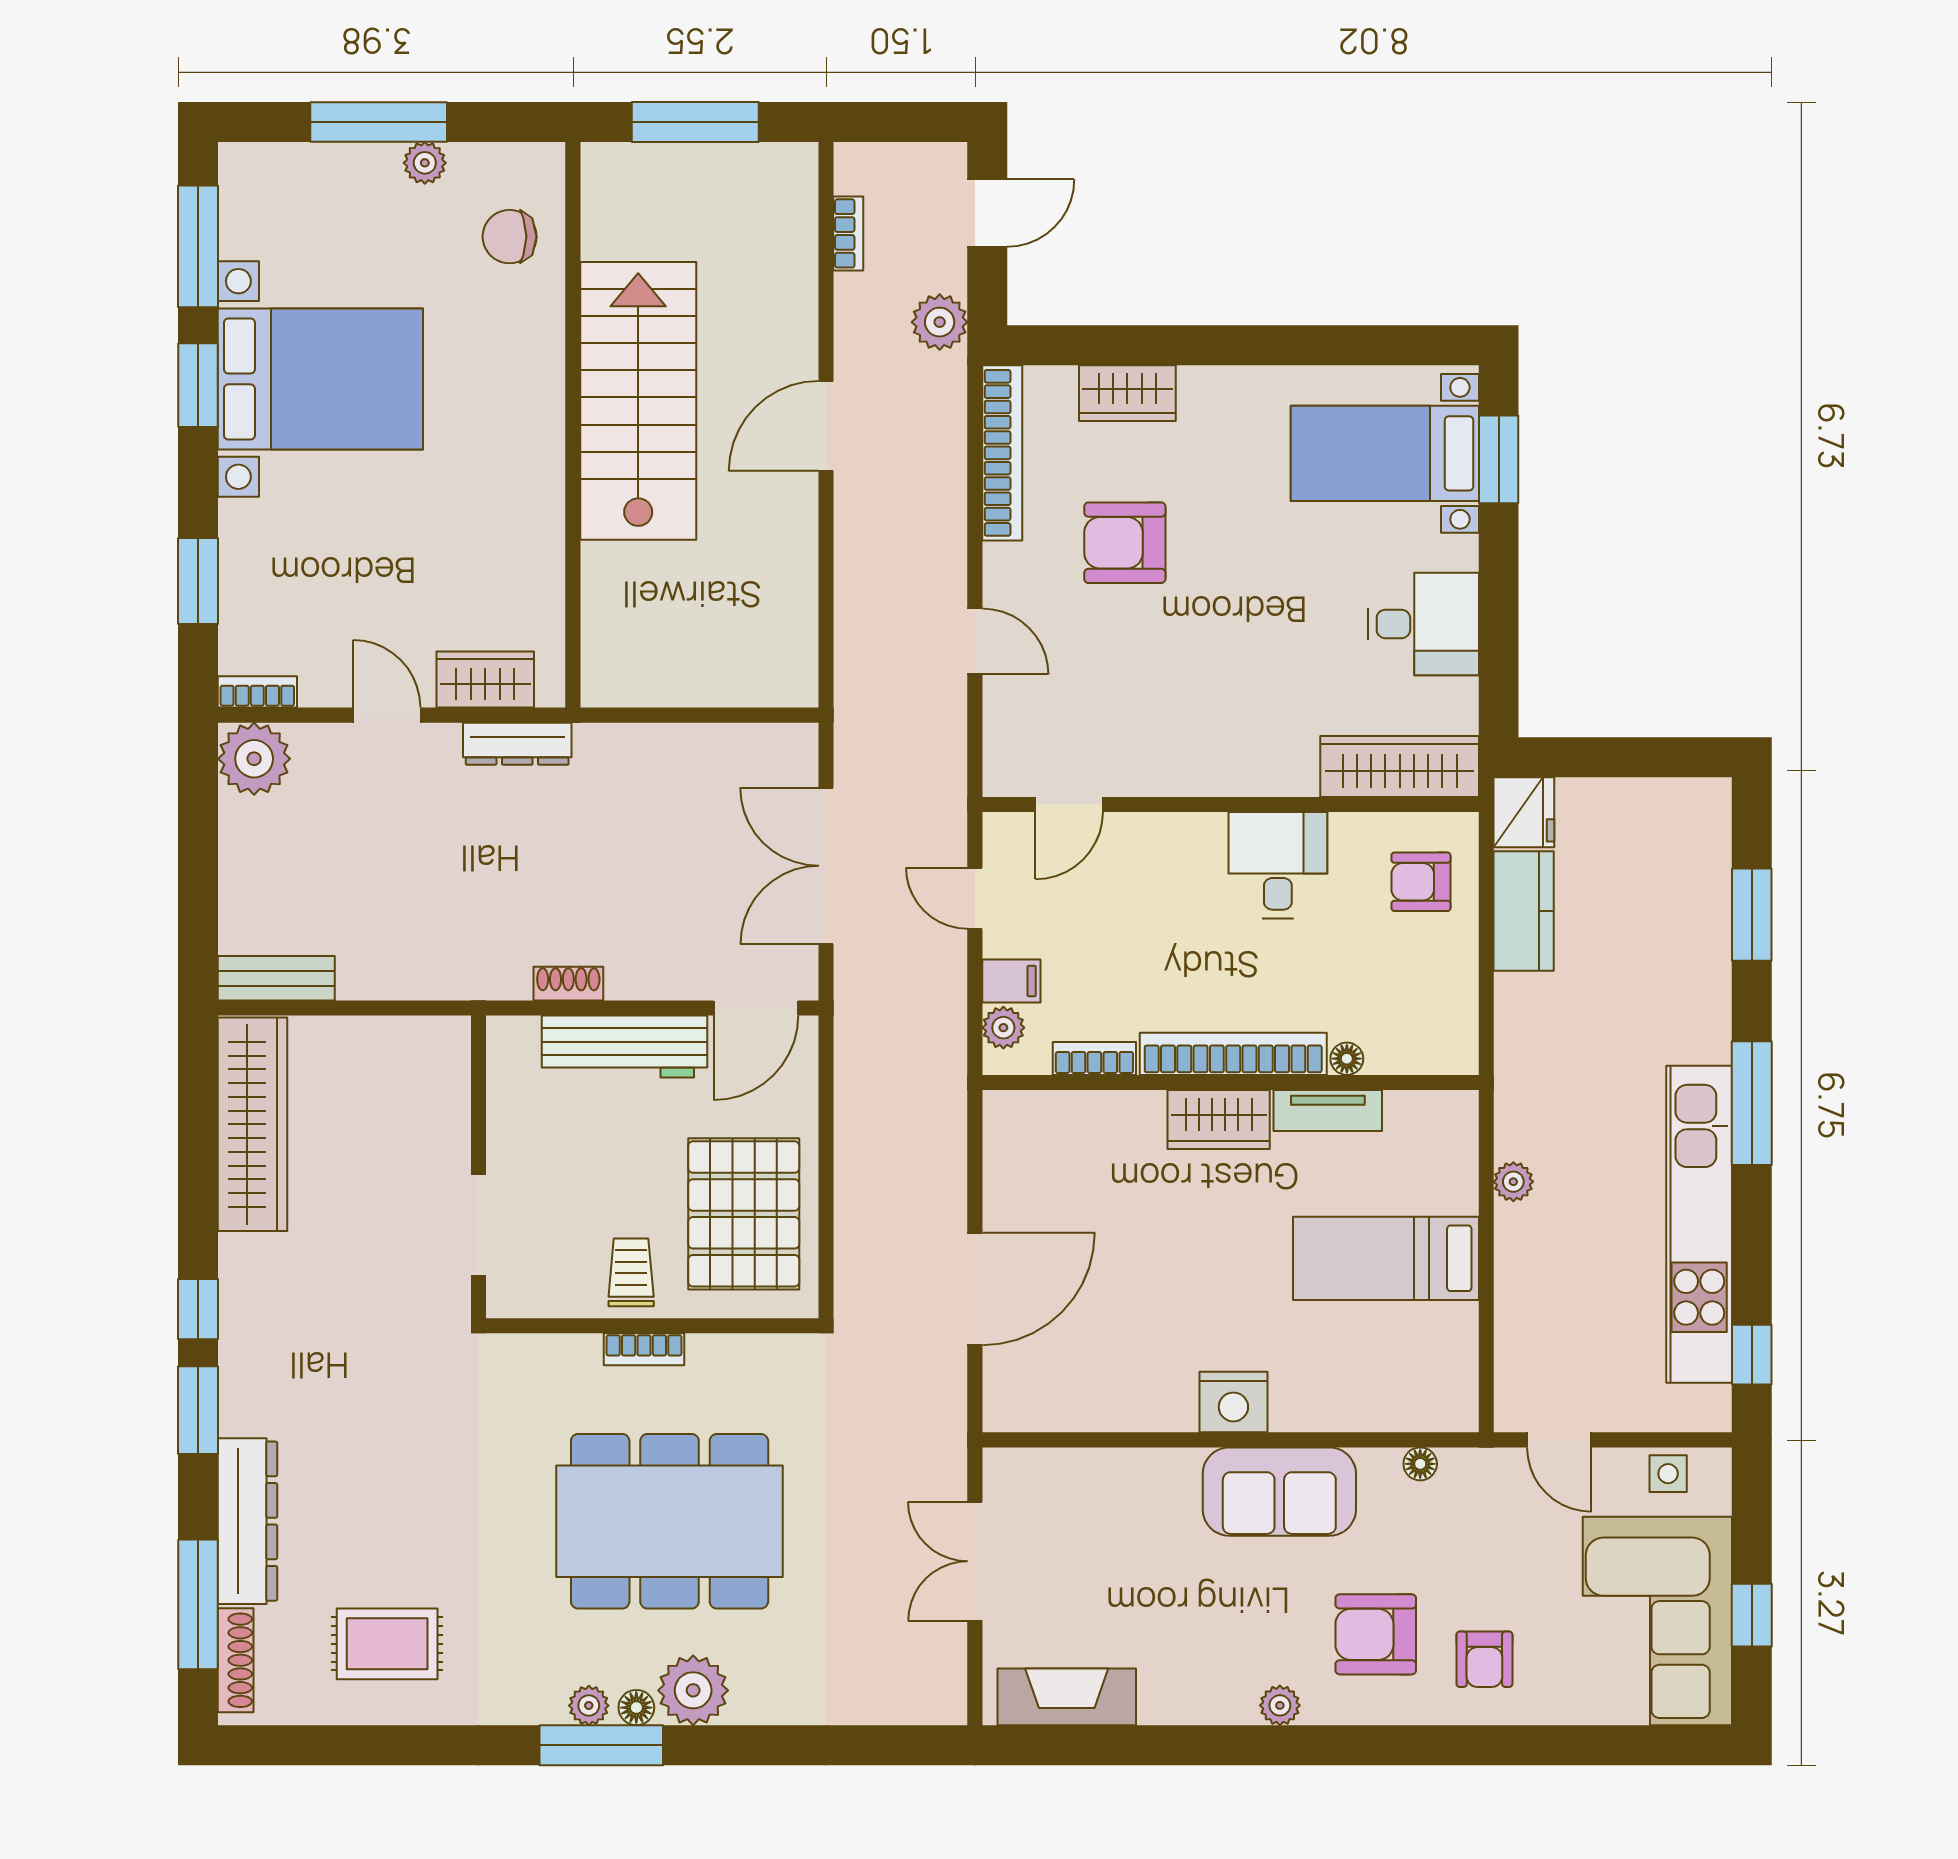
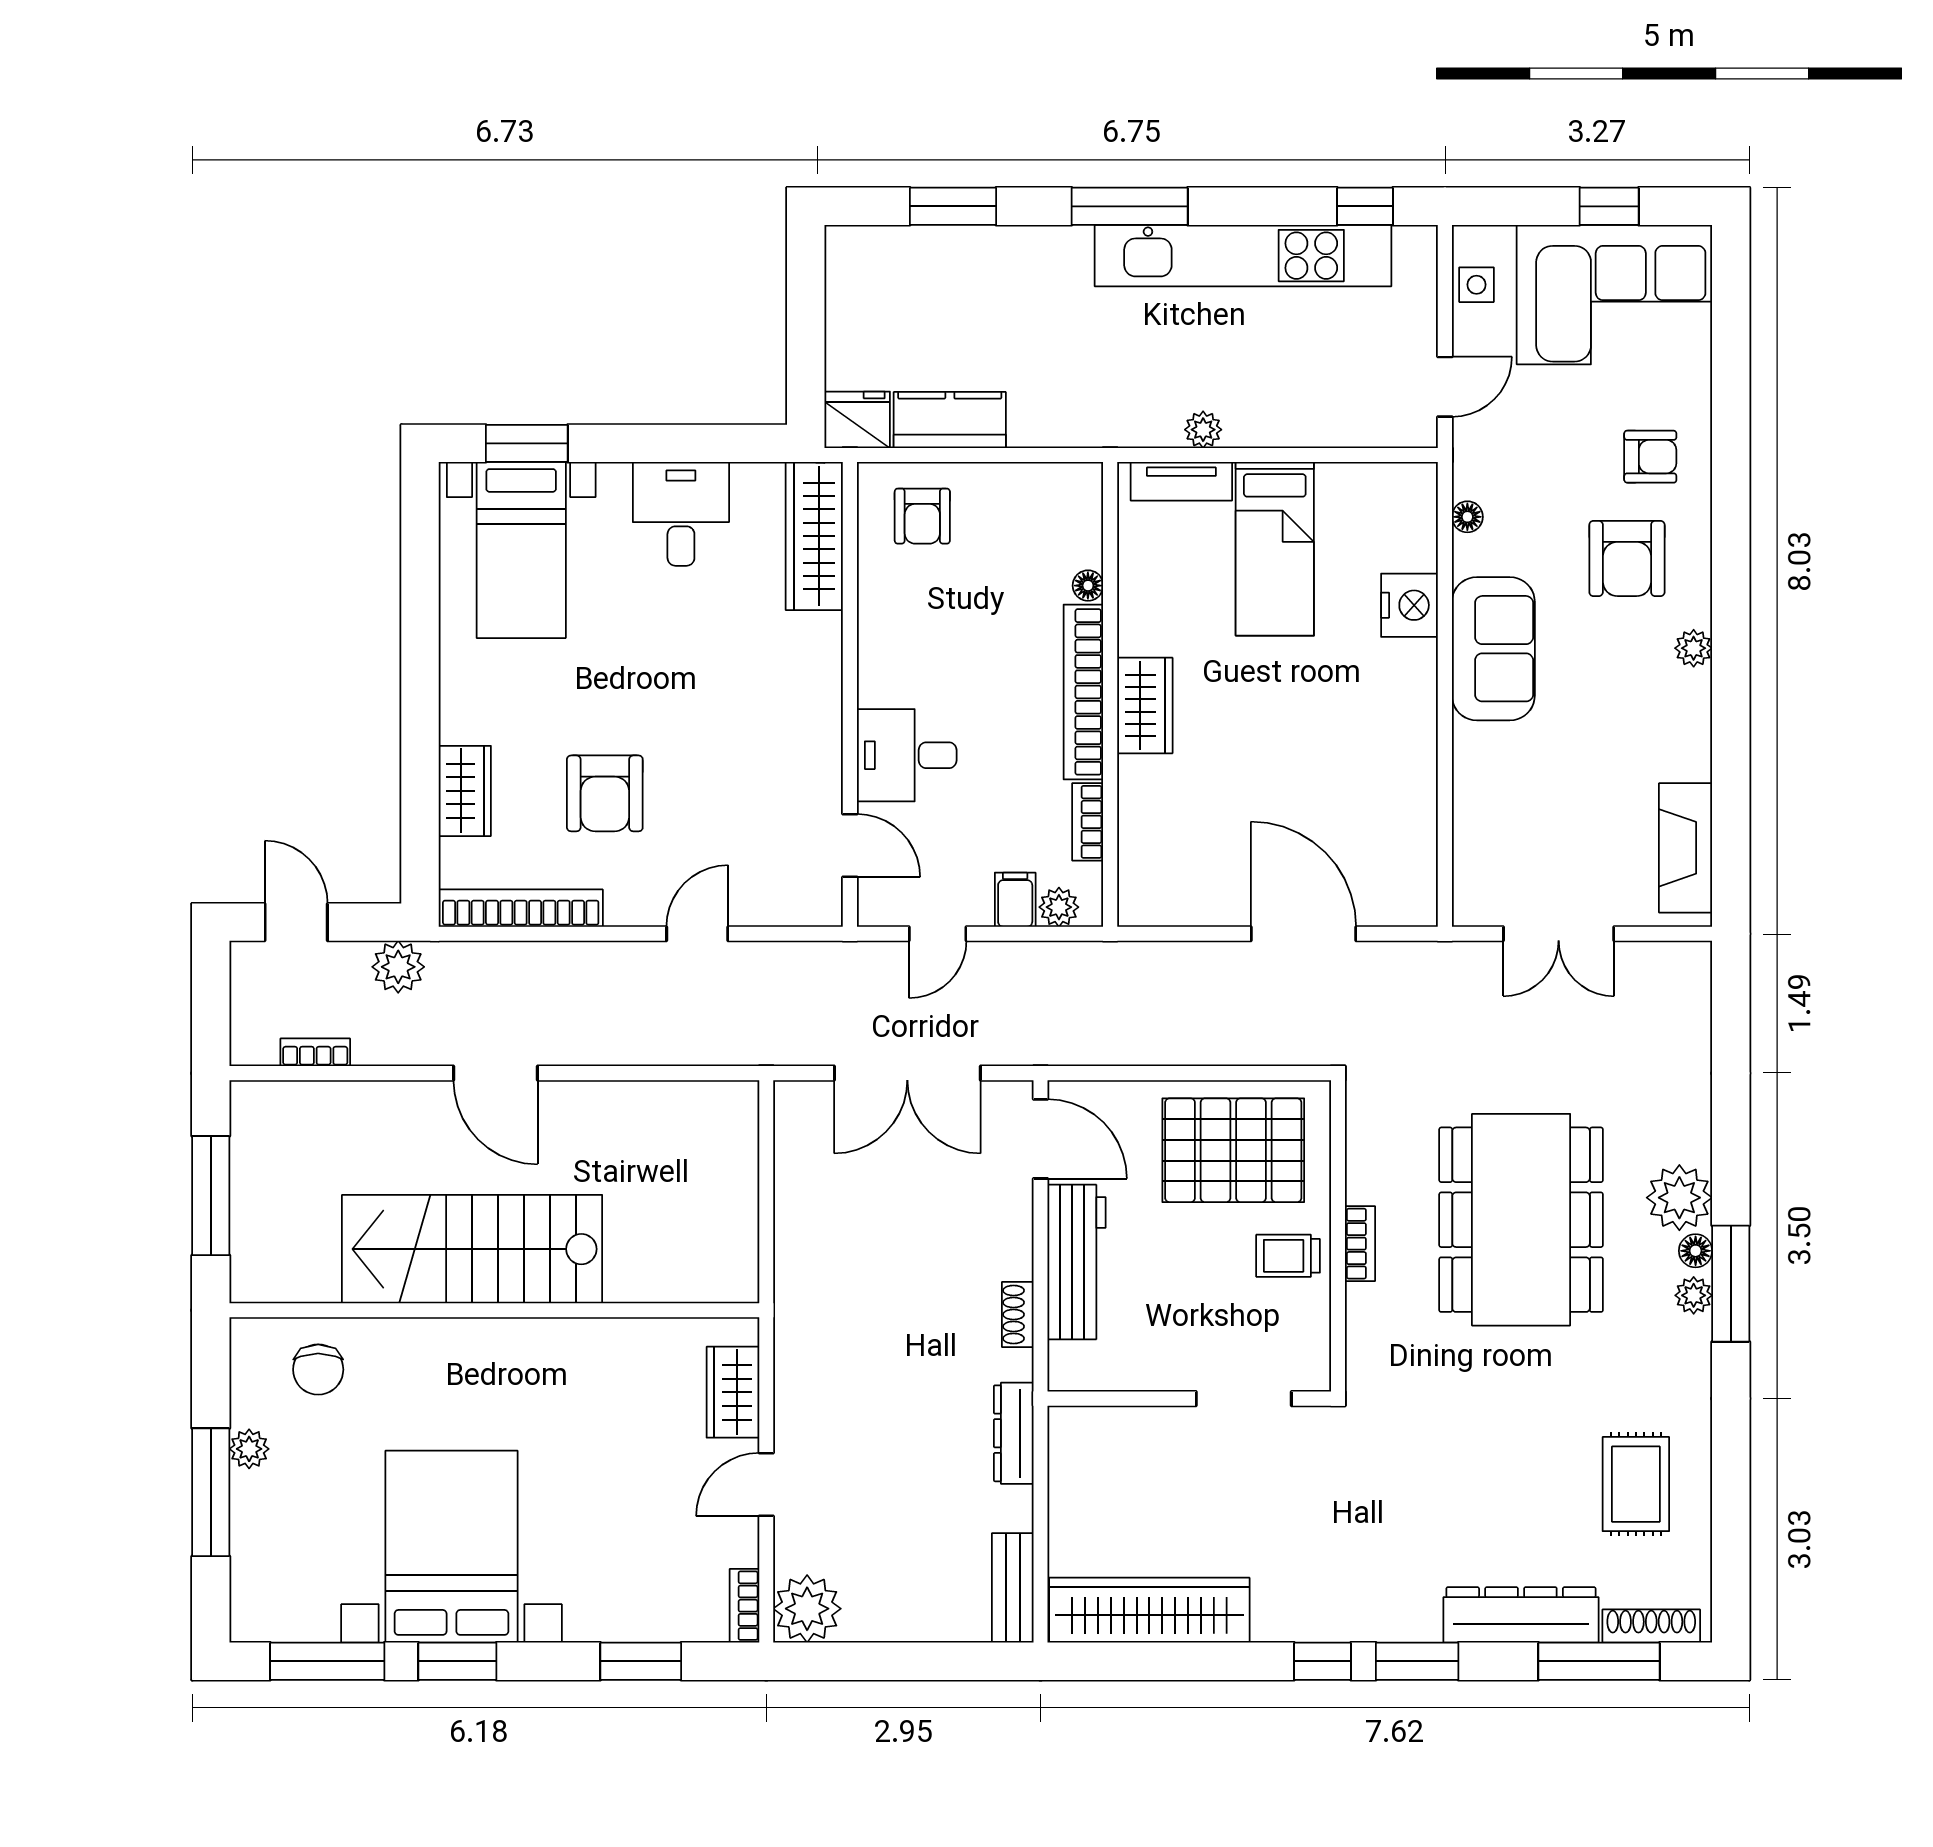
dresser: (517, 744) -> (1014, 1433), moved, turned 180
desk: (1278, 865) -> (907, 755), moved
tv unit: (1328, 1111) -> (1181, 481), moved, turned 90
nightstand: (1233, 1402) -> (1409, 605), moved

